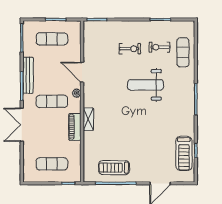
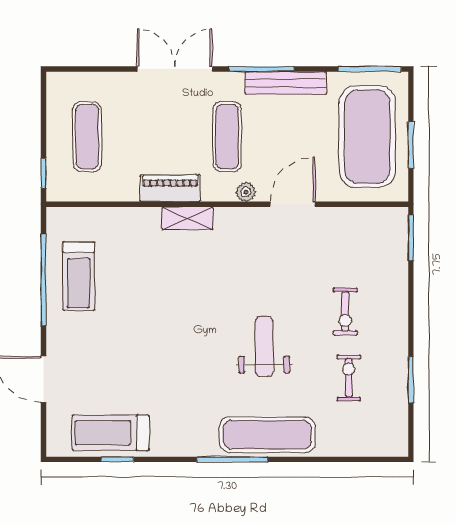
exercise mat: (52, 39) -> (367, 137), width x2.00, depth x1.45
exercise mat: (183, 52) -> (267, 435), moved, width x1.36, depth x1.45
weight bench: (146, 85) -> (264, 347), width x0.73, depth x0.75
treadmill: (114, 168) -> (79, 276), turned 180

